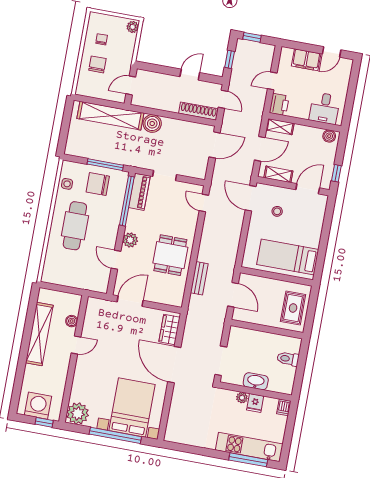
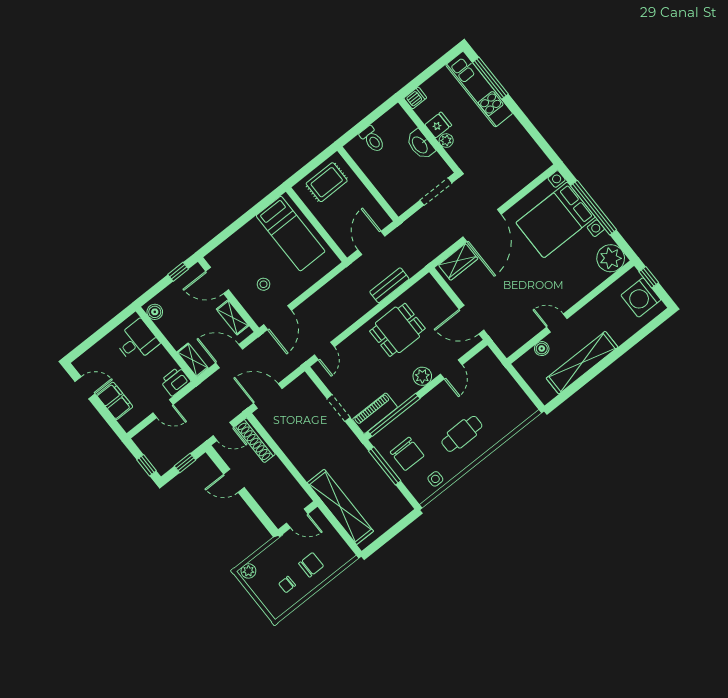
chair: (97, 64) -> (311, 565), turned 180
door: (223, 99) -> (223, 431), swing flipped
boiler: (152, 124) -> (308, 466), removed
cafe table: (75, 226) -> (462, 434), width x0.73, depth x0.74

